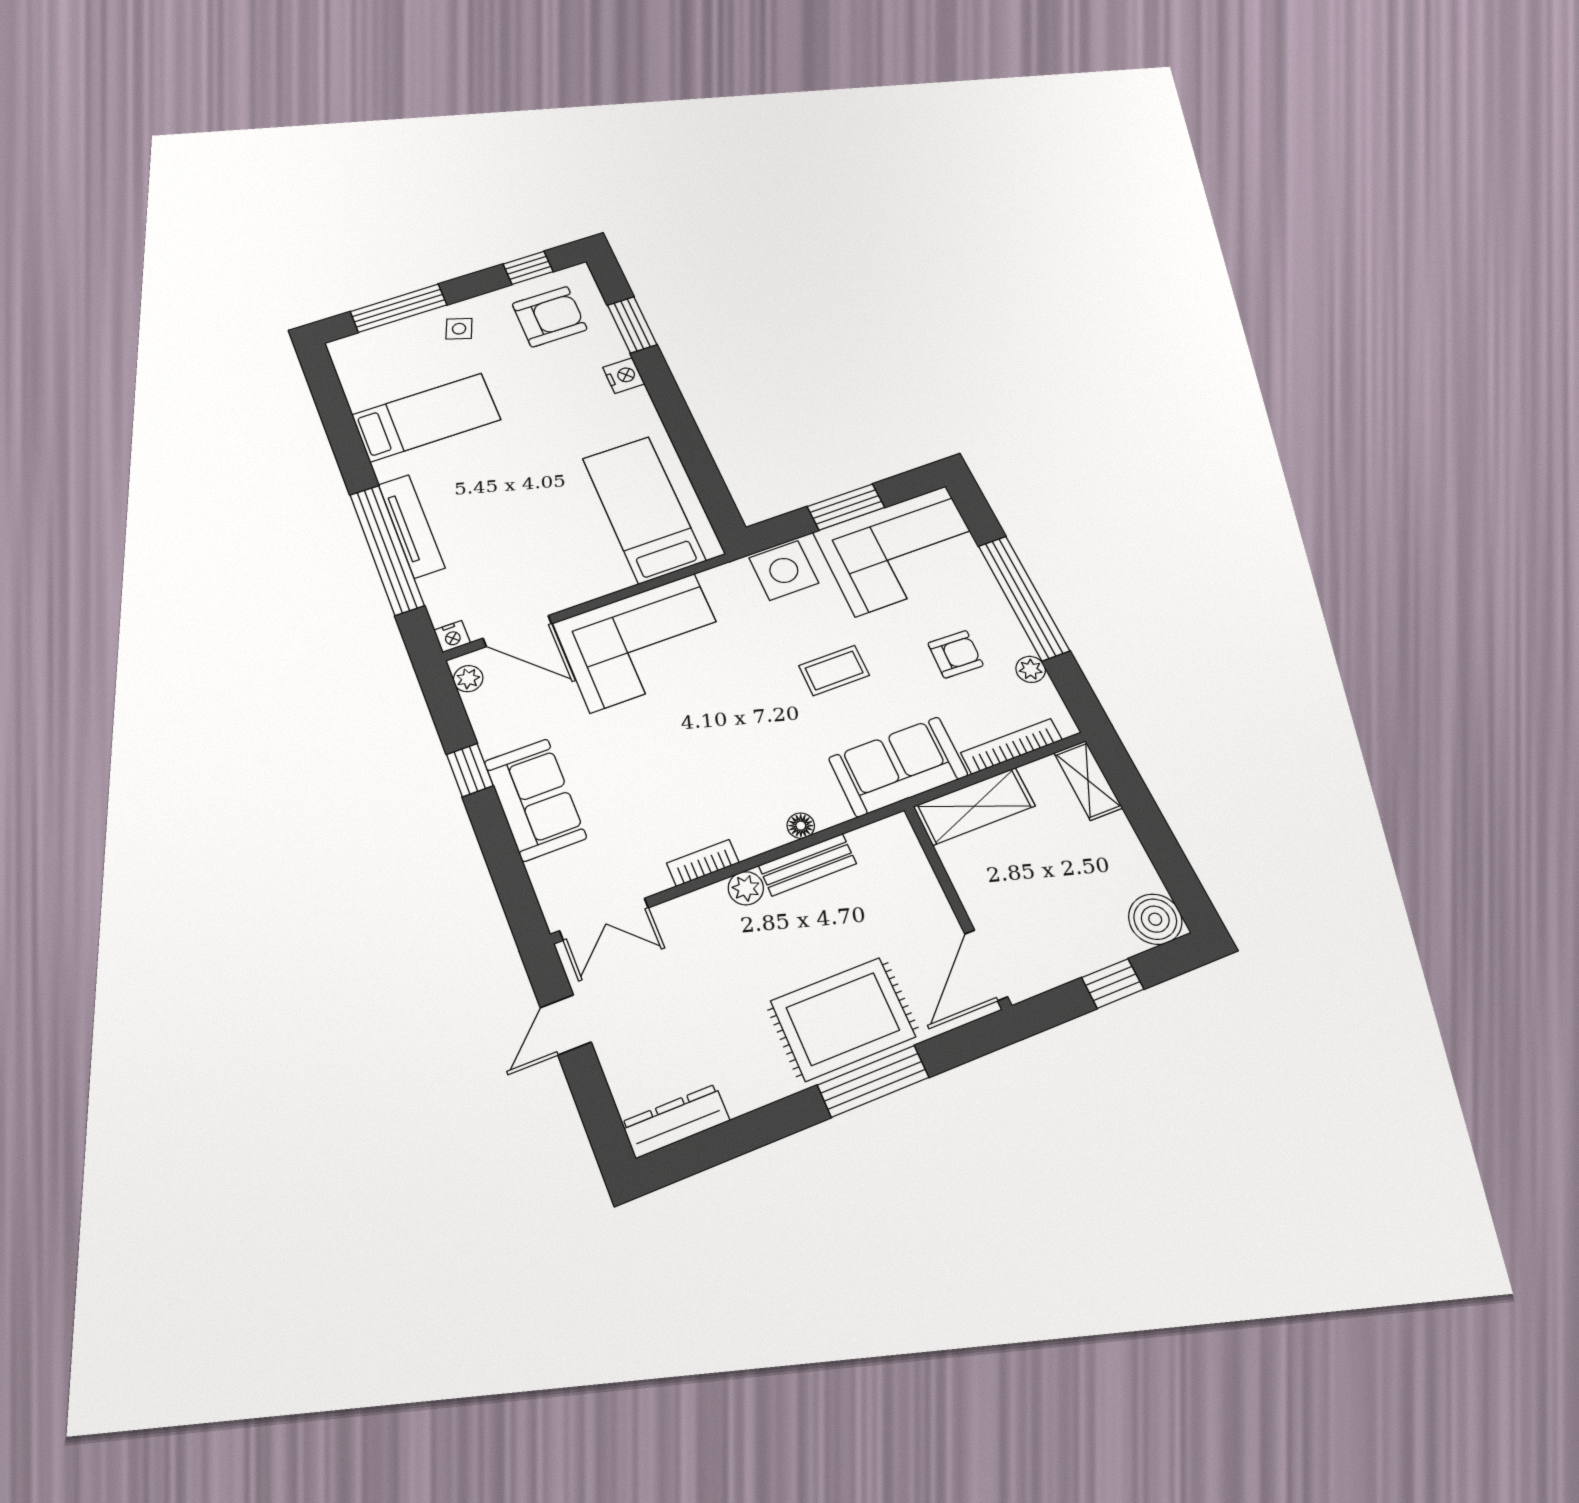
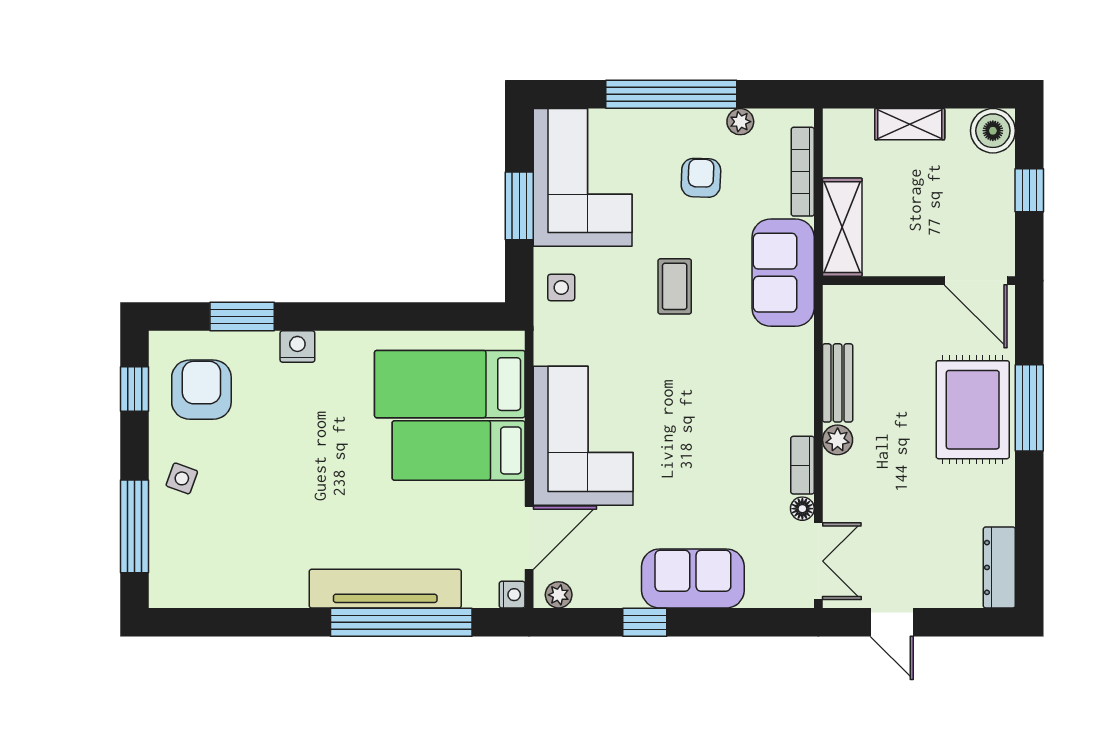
bed: (426, 417) -> (459, 450), moved, turned -90
tv unit: (411, 526) -> (385, 589), width x1.36, depth x1.29
side table: (784, 570) -> (561, 288), width x0.54, depth x0.54
shelving: (1088, 780) -> (910, 124), moved
floor lamp: (801, 826) -> (802, 509), moved

